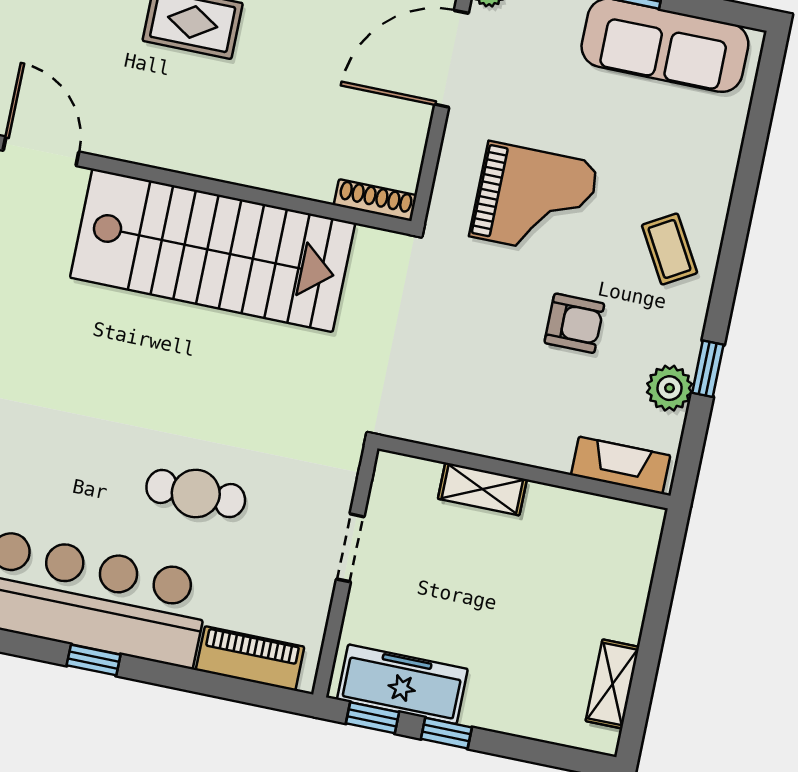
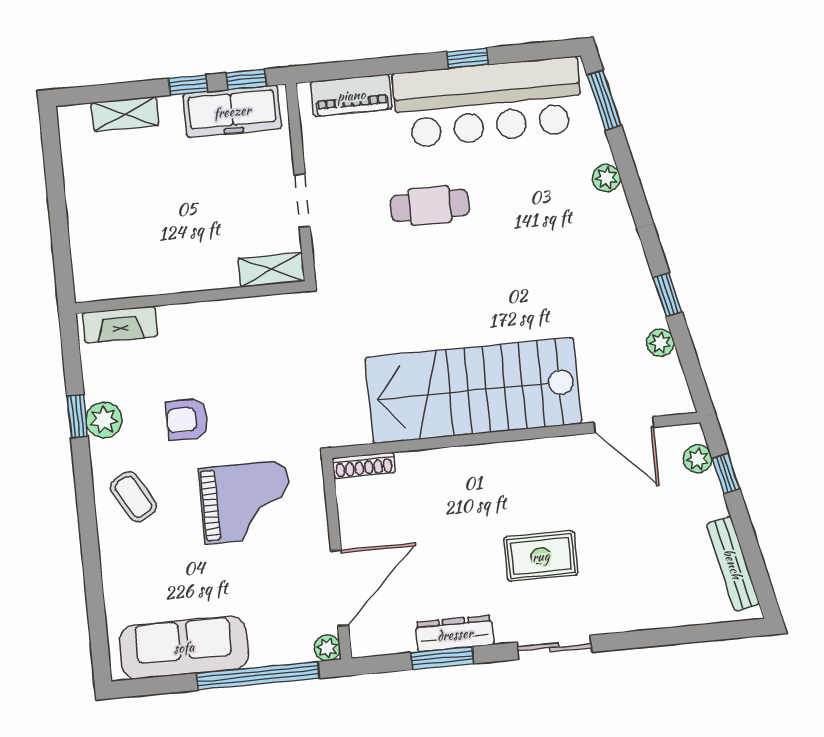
grand piano: (534, 200) -> (246, 502), turned 180
plant: (669, 388) -> (104, 420), moved
shelving: (482, 489) -> (271, 270), moved
shelving: (612, 684) -> (125, 114), moved, turned 90

